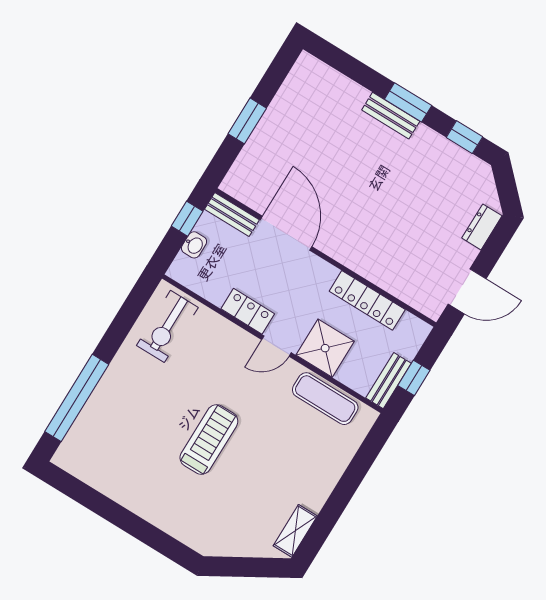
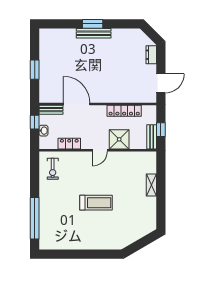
bench: (391, 116) -> (94, 33), width x1.36
window: (464, 137) -> (123, 24), removed
locker: (248, 311) -> (69, 144), moved
exercise bike: (167, 326) -> (53, 169), width x0.73, depth x0.72
exercise mat: (325, 399) -> (131, 159), removed
treadmill: (209, 439) -> (96, 203), turned 90
shelving: (295, 531) -> (151, 185), moved

